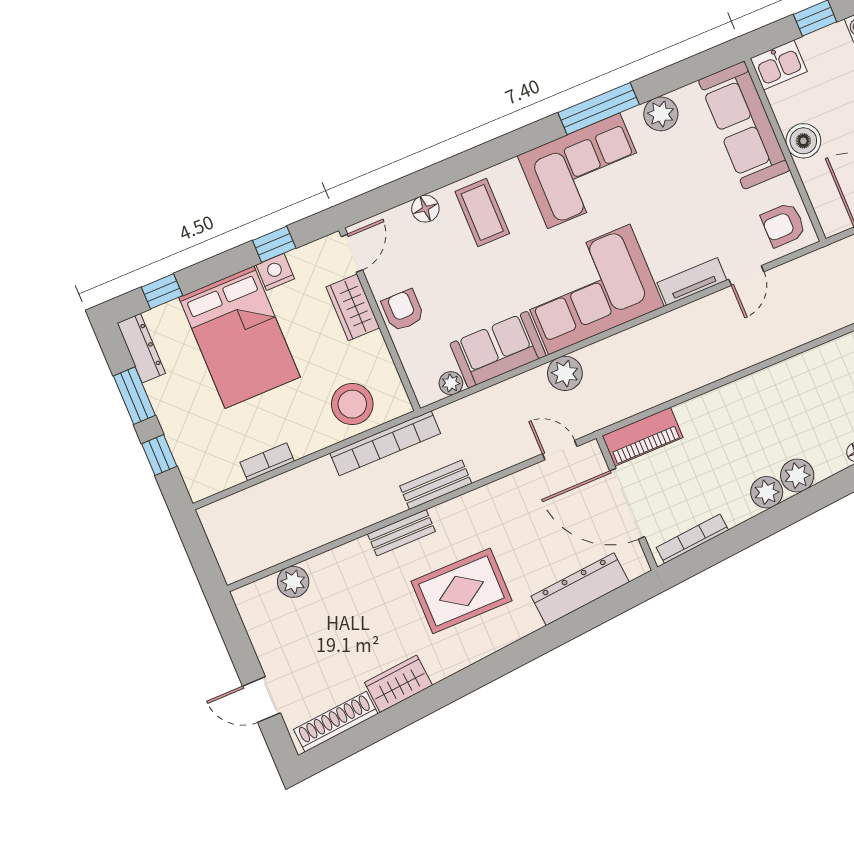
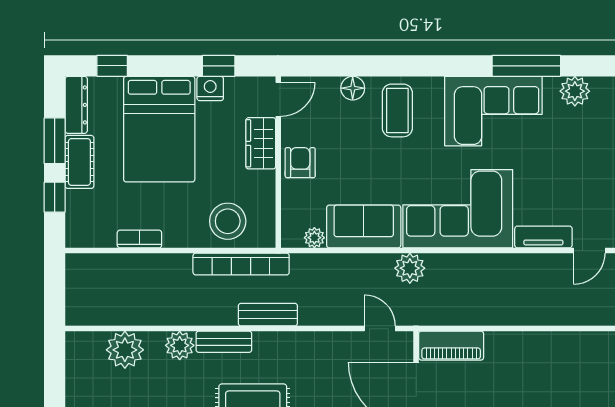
cot: (170, 407) -> (79, 162), added
plant: (356, 556) -> (180, 345), added
plant: (293, 582) -> (125, 350), width x1.36, depth x1.36

